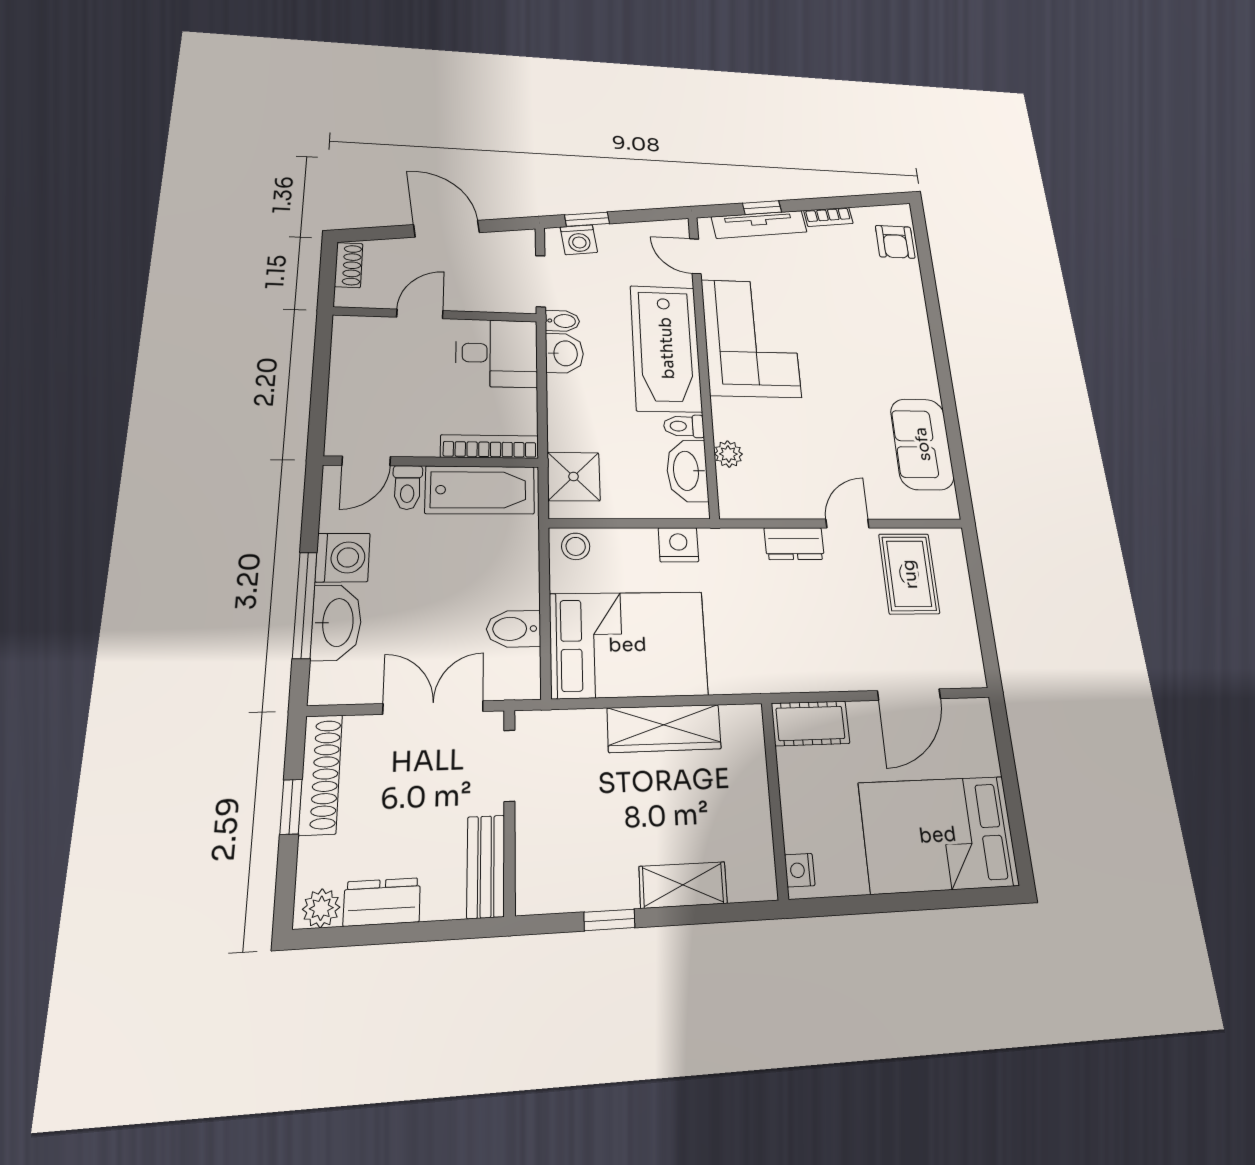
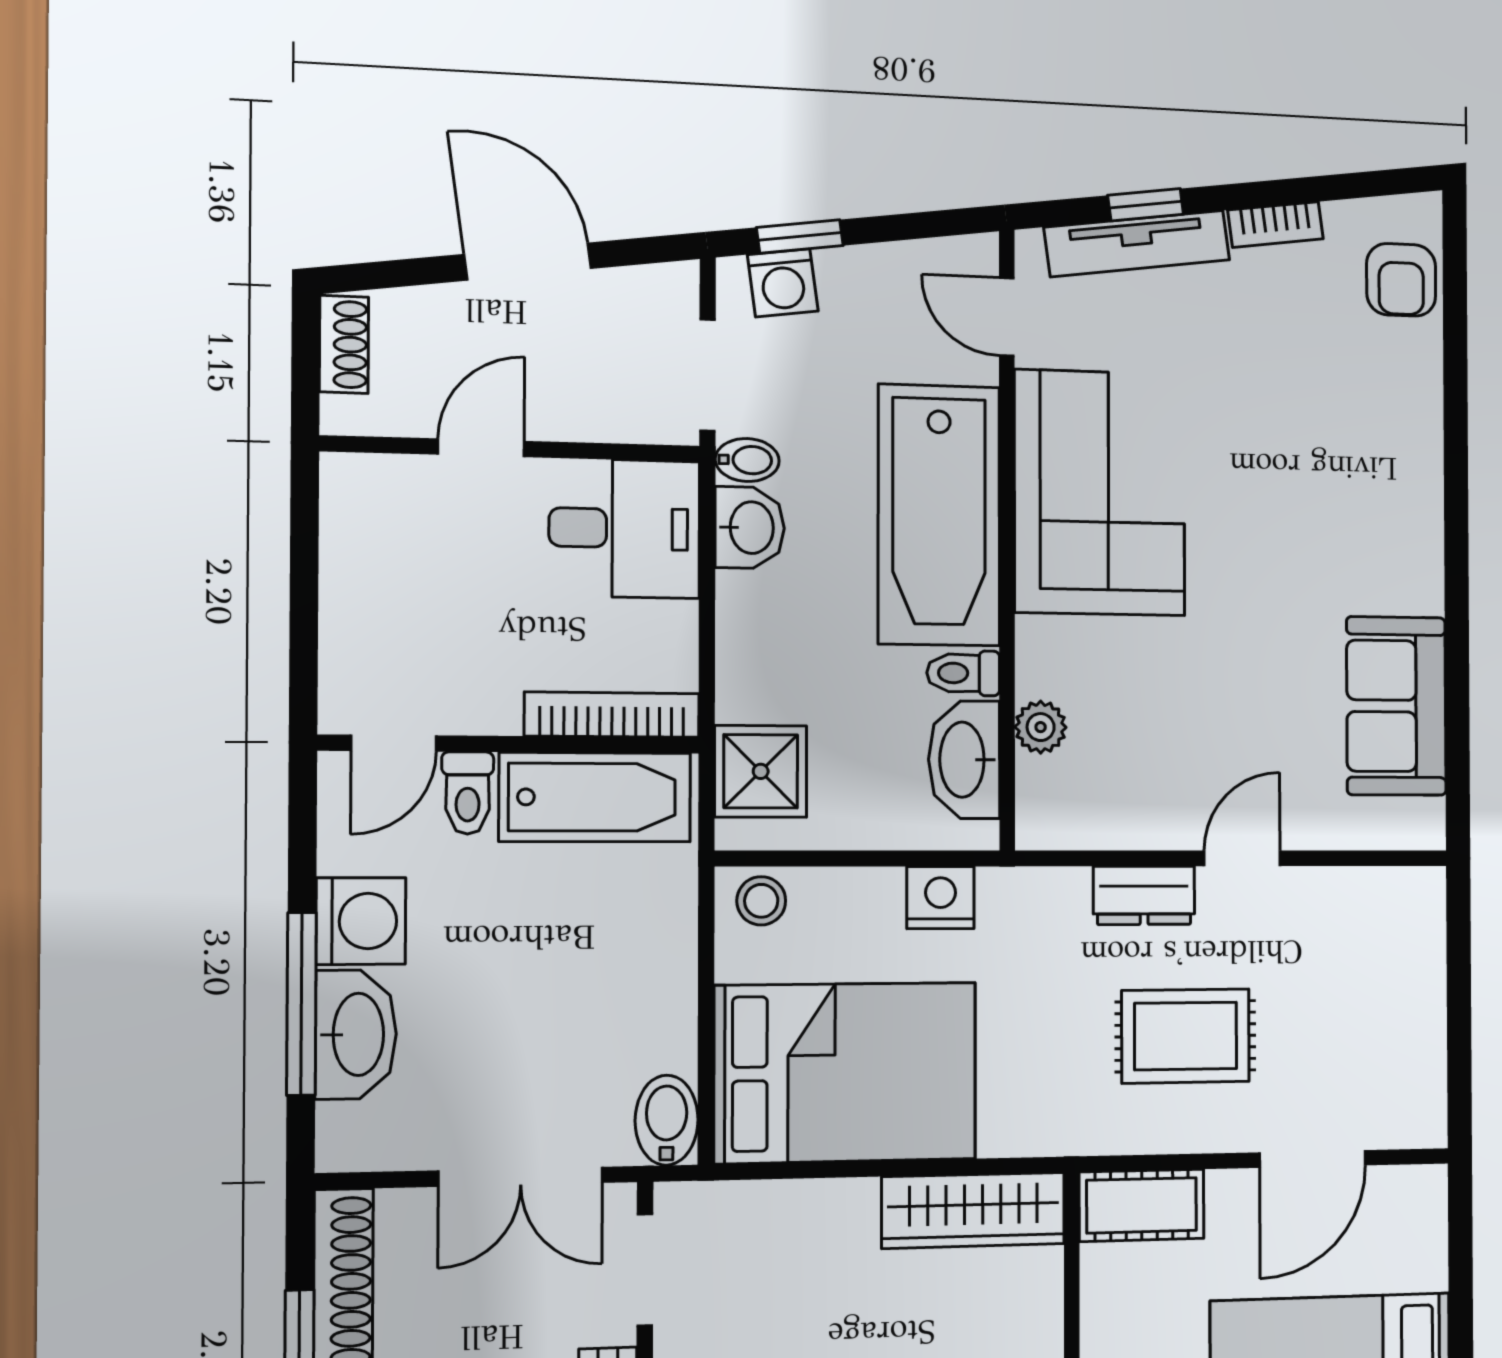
rug: (909, 574) -> (1186, 1036), moved, turned 90
bidet: (514, 629) -> (667, 1120), moved, turned 90
double door: (433, 708) -> (521, 1177), swing flipped
wardrobe: (664, 728) -> (973, 1210), moved

